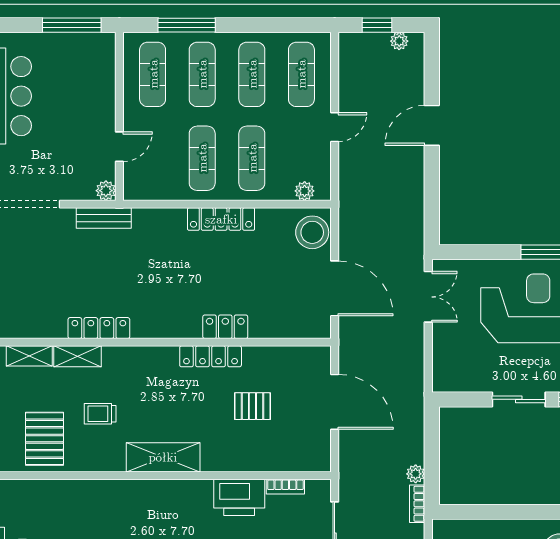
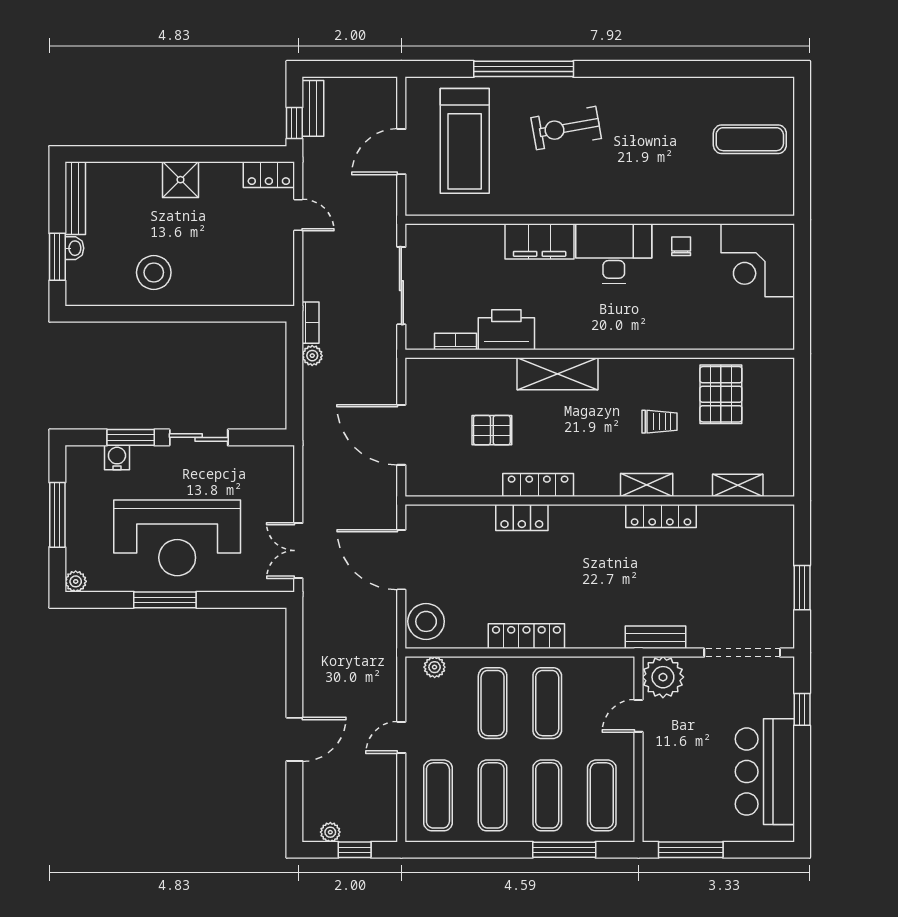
plant: (106, 191) -> (663, 677), width x1.87, depth x1.87
shelving: (78, 356) -> (647, 485), moved
shelving: (163, 457) -> (557, 374), moved

